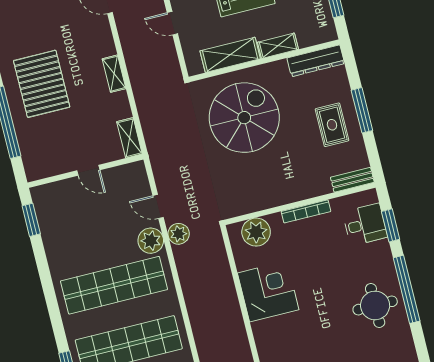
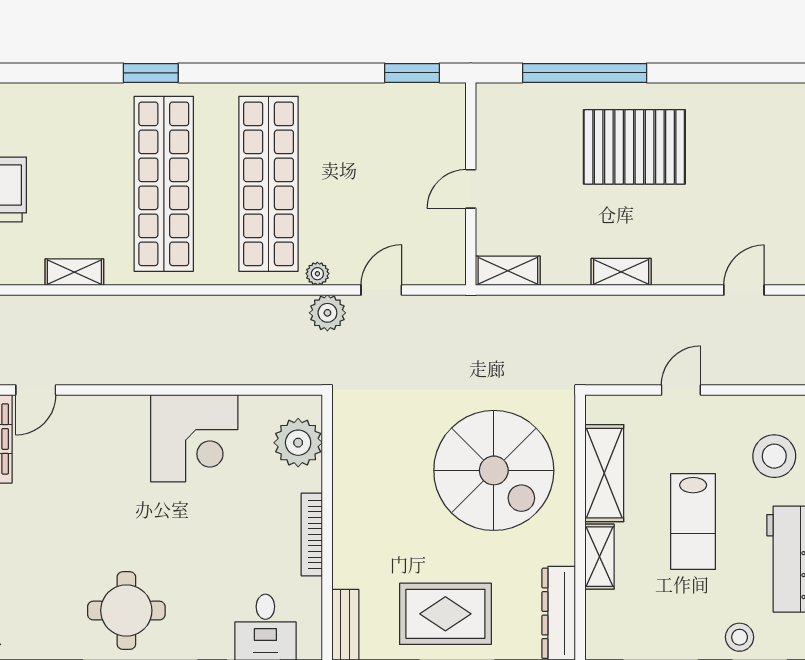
rug: (332, 125) -> (445, 614), width x1.36, depth x1.43
plant: (151, 241) -> (317, 274), width x0.53, depth x0.53

